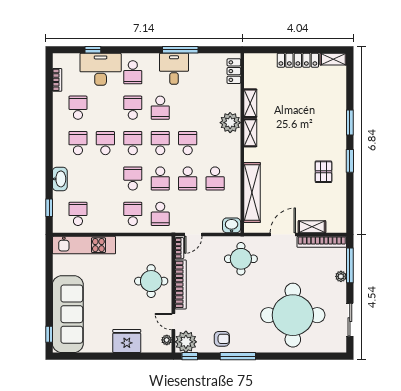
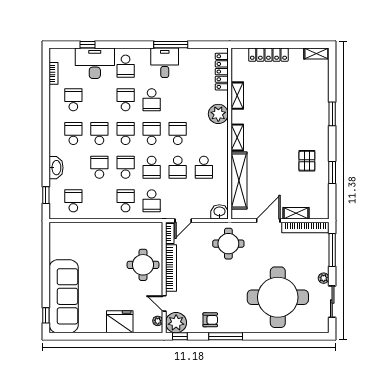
locker: (298, 60) -> (268, 55), moved
locker: (234, 71) -> (222, 72), width x1.53
shelving: (250, 133) -> (237, 137), moved
window: (350, 161) -> (332, 172), moved
school desk: (105, 178) -> (99, 167), added
kitchen unit: (84, 245) -> (79, 231), removed
plant: (341, 276) -> (324, 278), moved

